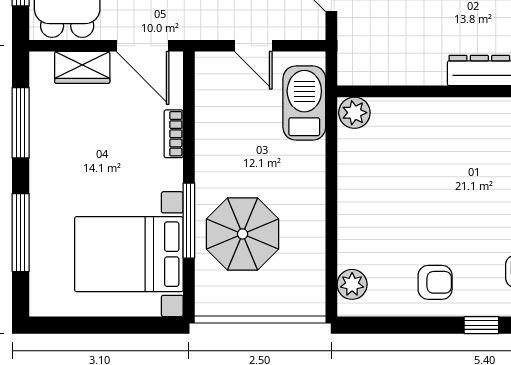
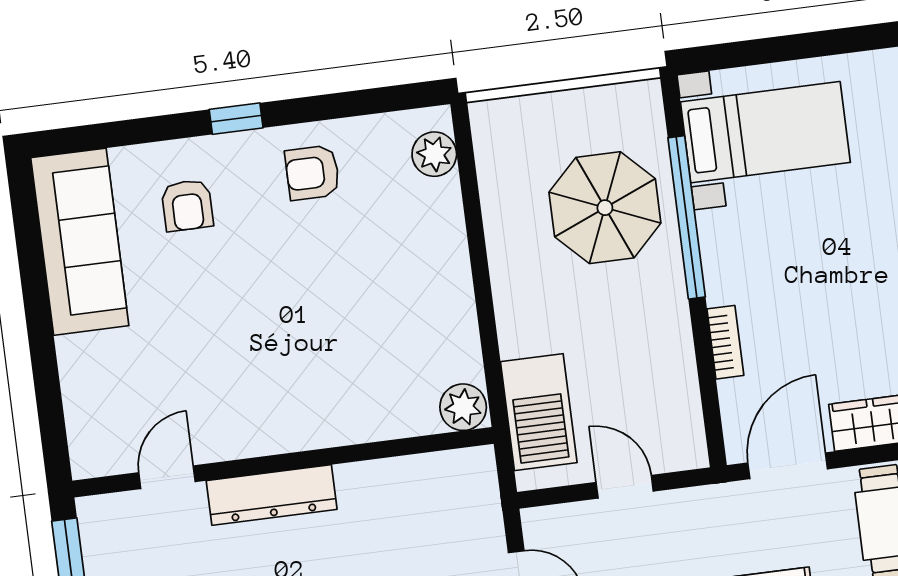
door: (143, 46) -> (788, 466), hinge flipped
window: (189, 221) -> (687, 217), width x1.46
bed with nightstands: (129, 254) -> (765, 132), width x0.73

